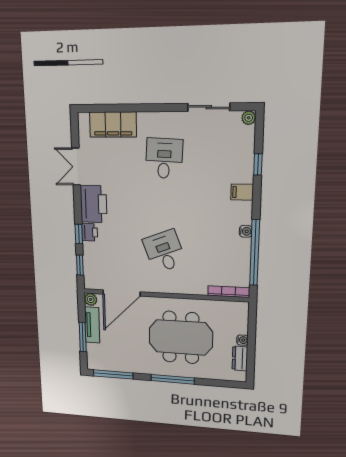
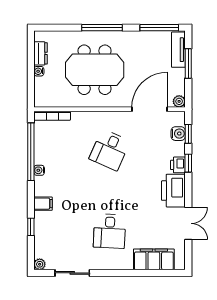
desk: (164, 251) -> (110, 150), turned 45
water cooler: (90, 266) -> (178, 134), added
tv unit: (92, 325) -> (178, 50), moved

